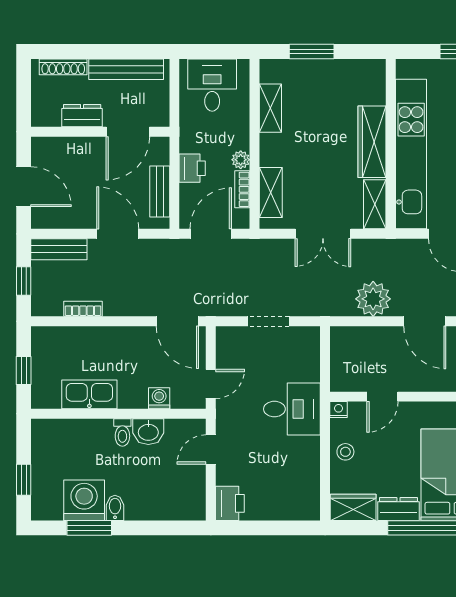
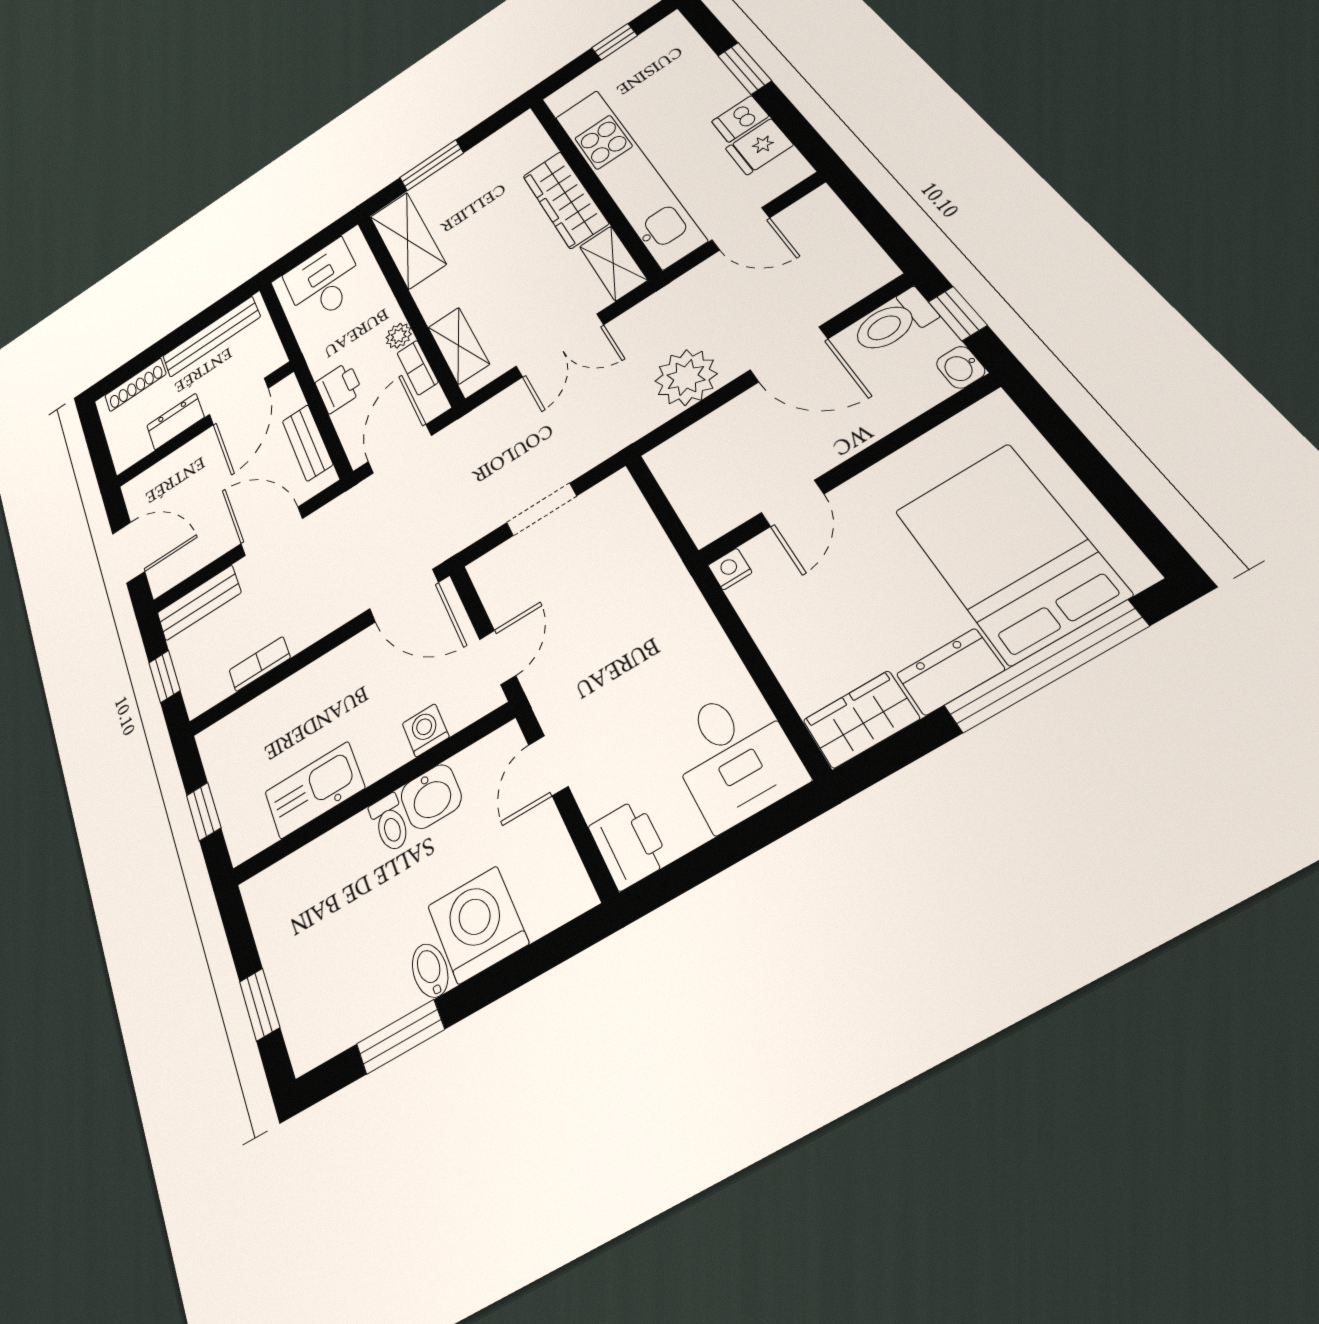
shelving: (270, 108) -> (408, 240), width x1.50, depth x1.33
desk: (292, 409) -> (734, 756), moved, turned 90
stool: (345, 452) -> (785, 630), removed
washing machine: (84, 500) -> (478, 925), moved

